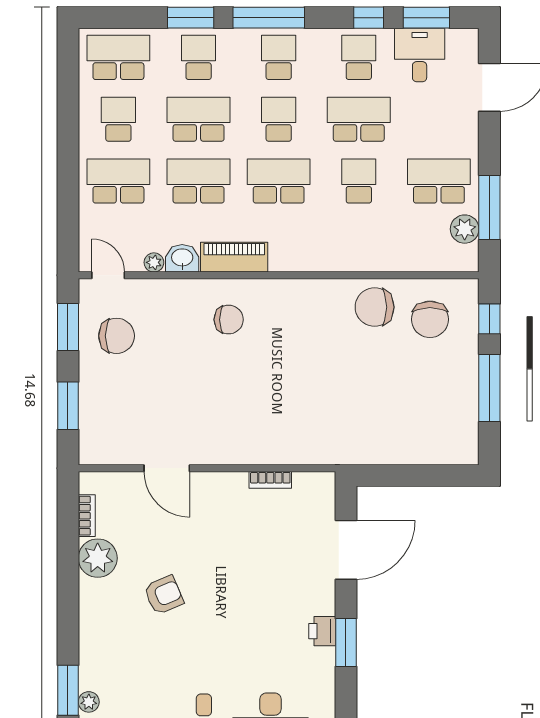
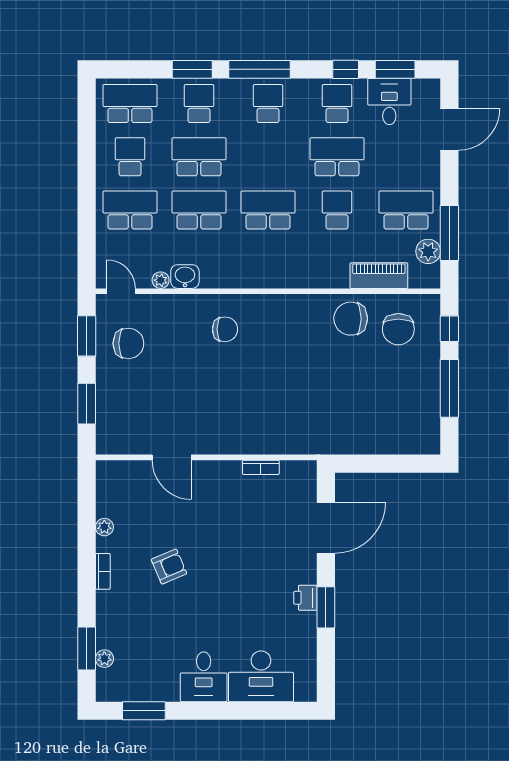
school desk: (279, 119) -> (268, 157), removed
piano: (234, 257) -> (379, 276), moved
bookcase: (87, 516) -> (103, 571), moved
plant: (98, 558) -> (104, 527), width x0.53, depth x0.53

